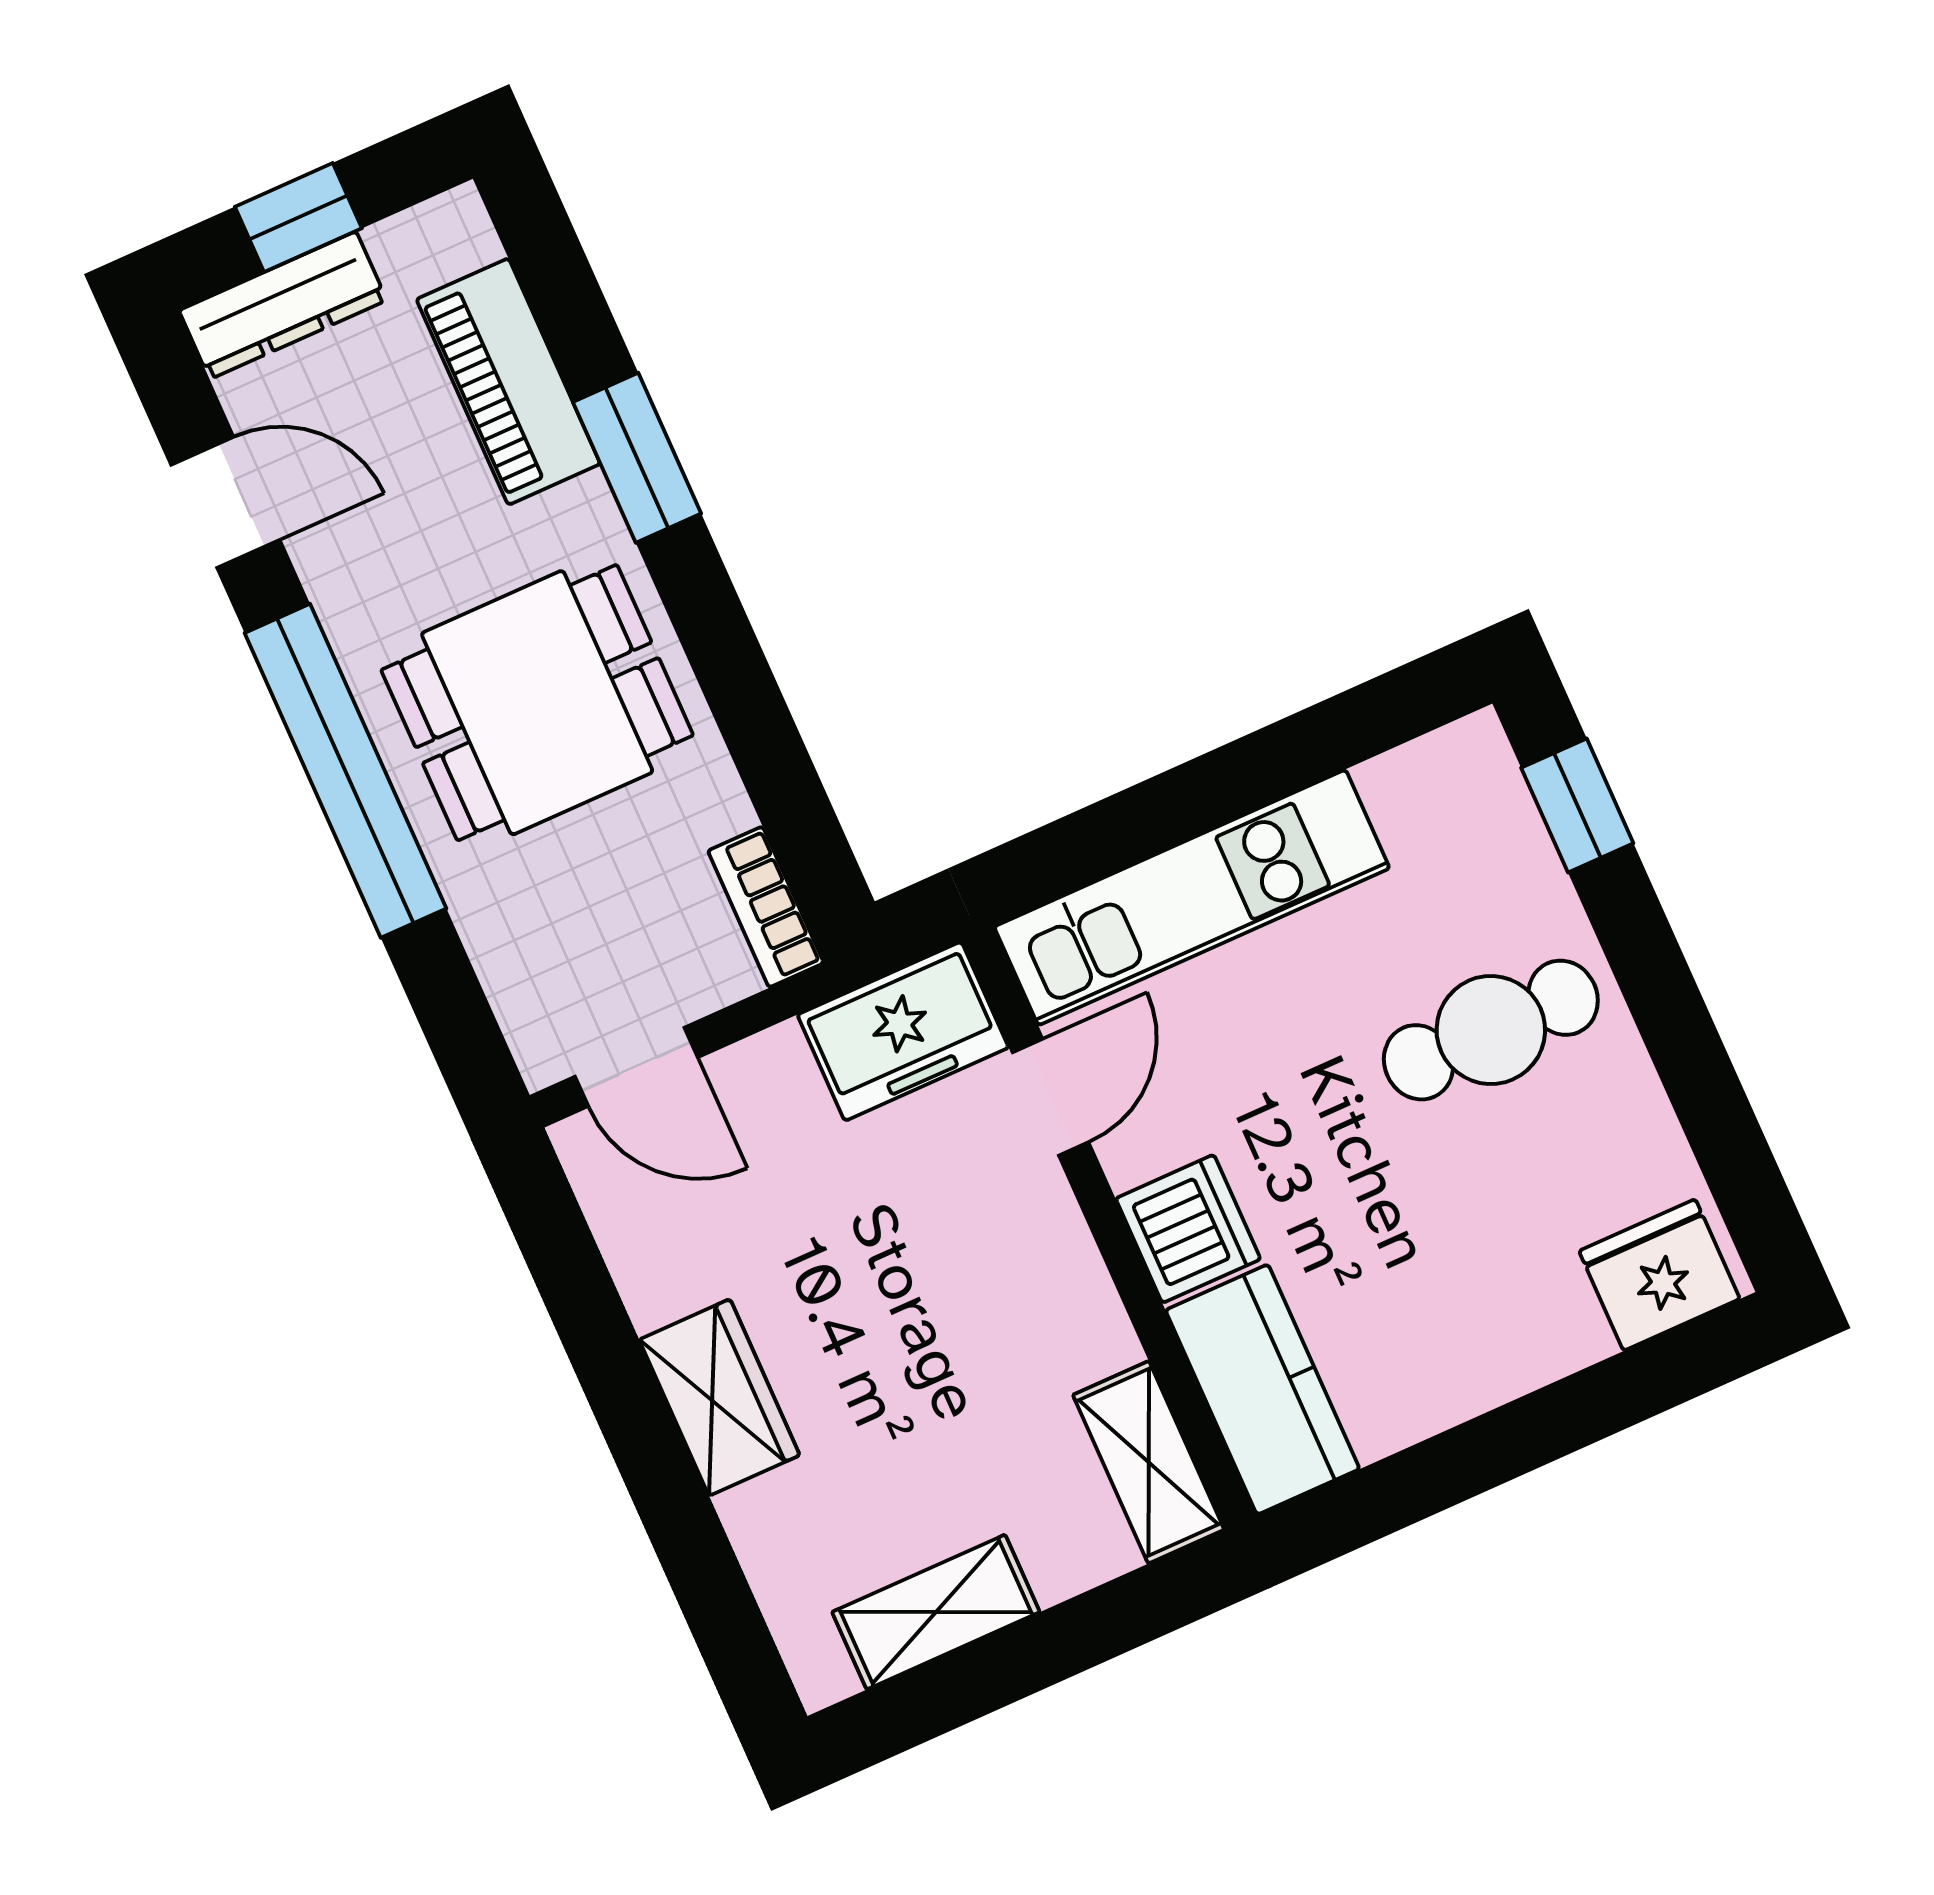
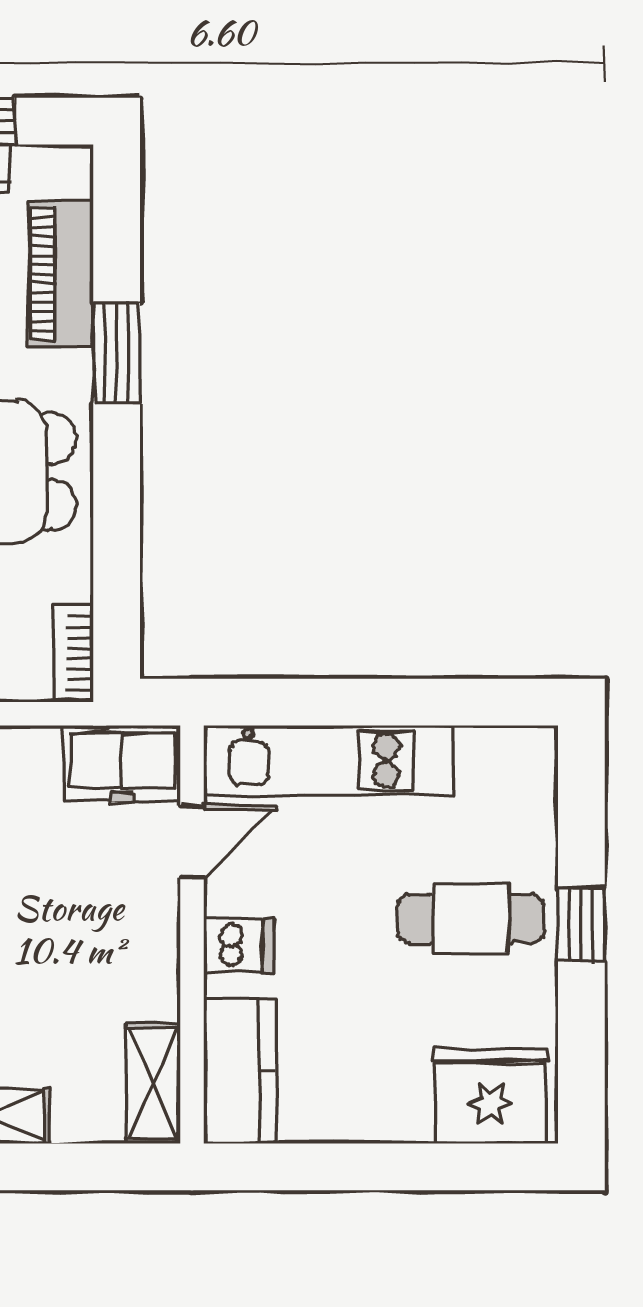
window: (1577, 806) -> (581, 925), moved
dishwasher: (1188, 1229) -> (239, 946), width x0.73
fridge: (1659, 1275) -> (491, 1096), width x1.36, depth x1.34

